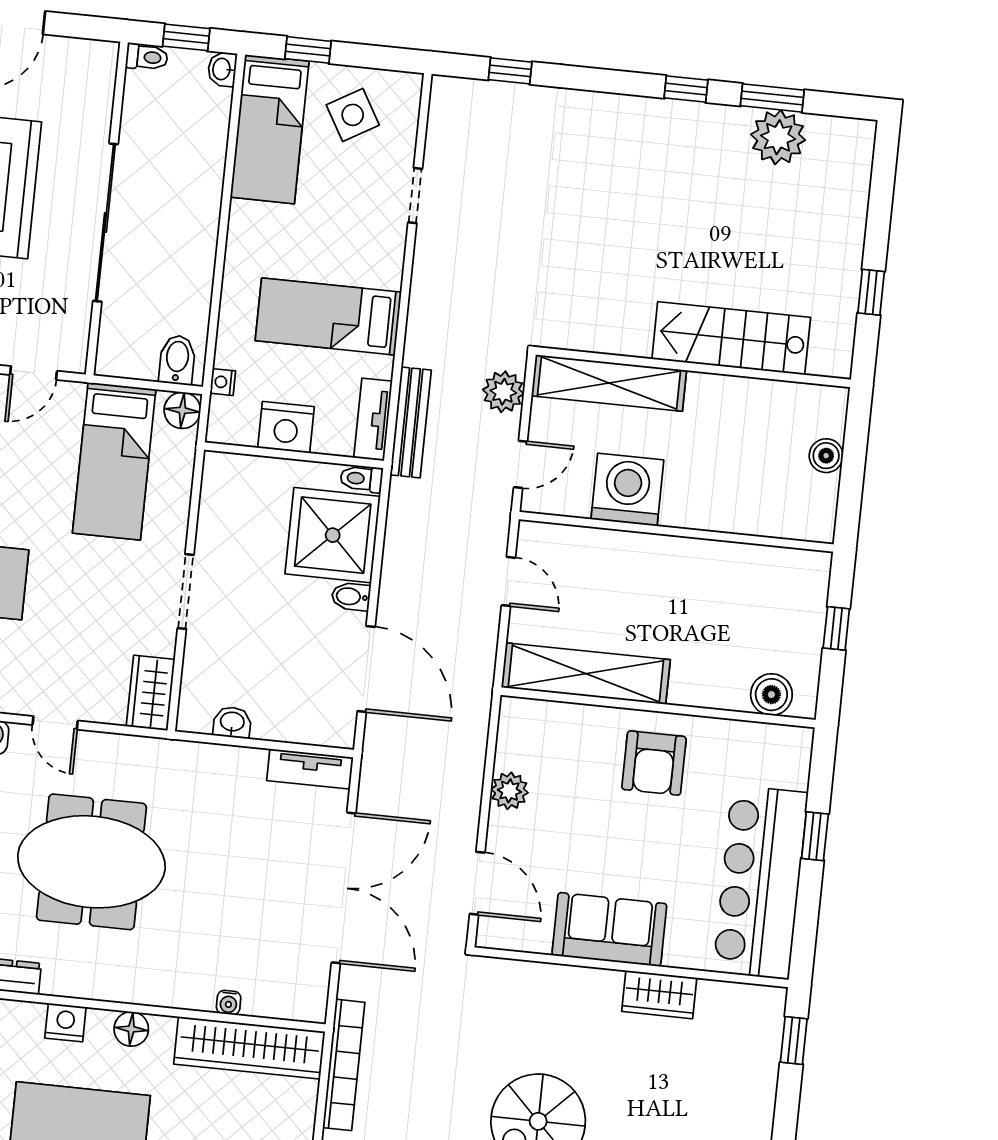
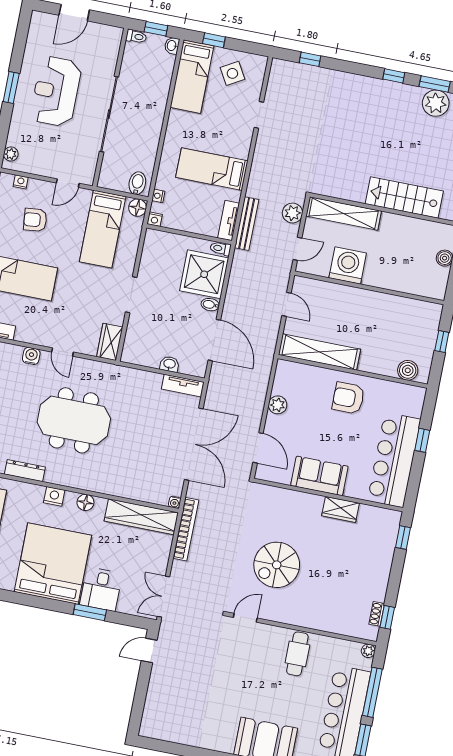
nightstand: (286, 427) -> (155, 219), moved, width x0.53, depth x0.56
washbasin: (232, 722) -> (169, 364), moved
armchair: (654, 763) -> (348, 398), turned 90
water cooler: (229, 1003) -> (175, 502), moved

